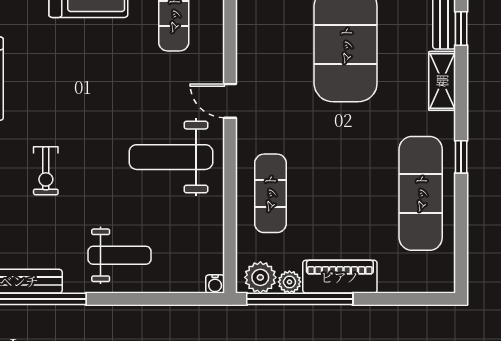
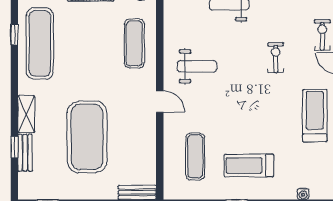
weight bench: (171, 157) -> (197, 66), width x0.73, depth x0.75
window: (461, 157) -> (14, 34), moved

